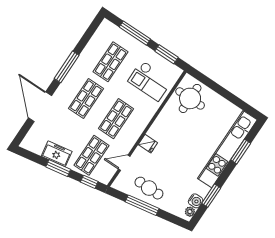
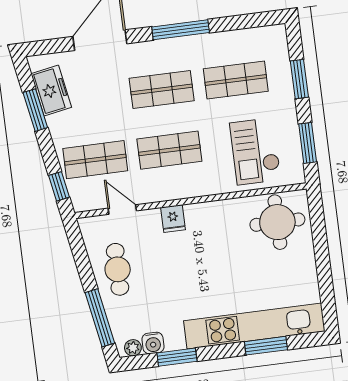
window: (135, 33) -> (299, 79), width x0.69
freezer: (57, 154) -> (51, 90), moved
window: (58, 168) -> (35, 110), moved
window: (142, 205) -> (100, 318), moved

